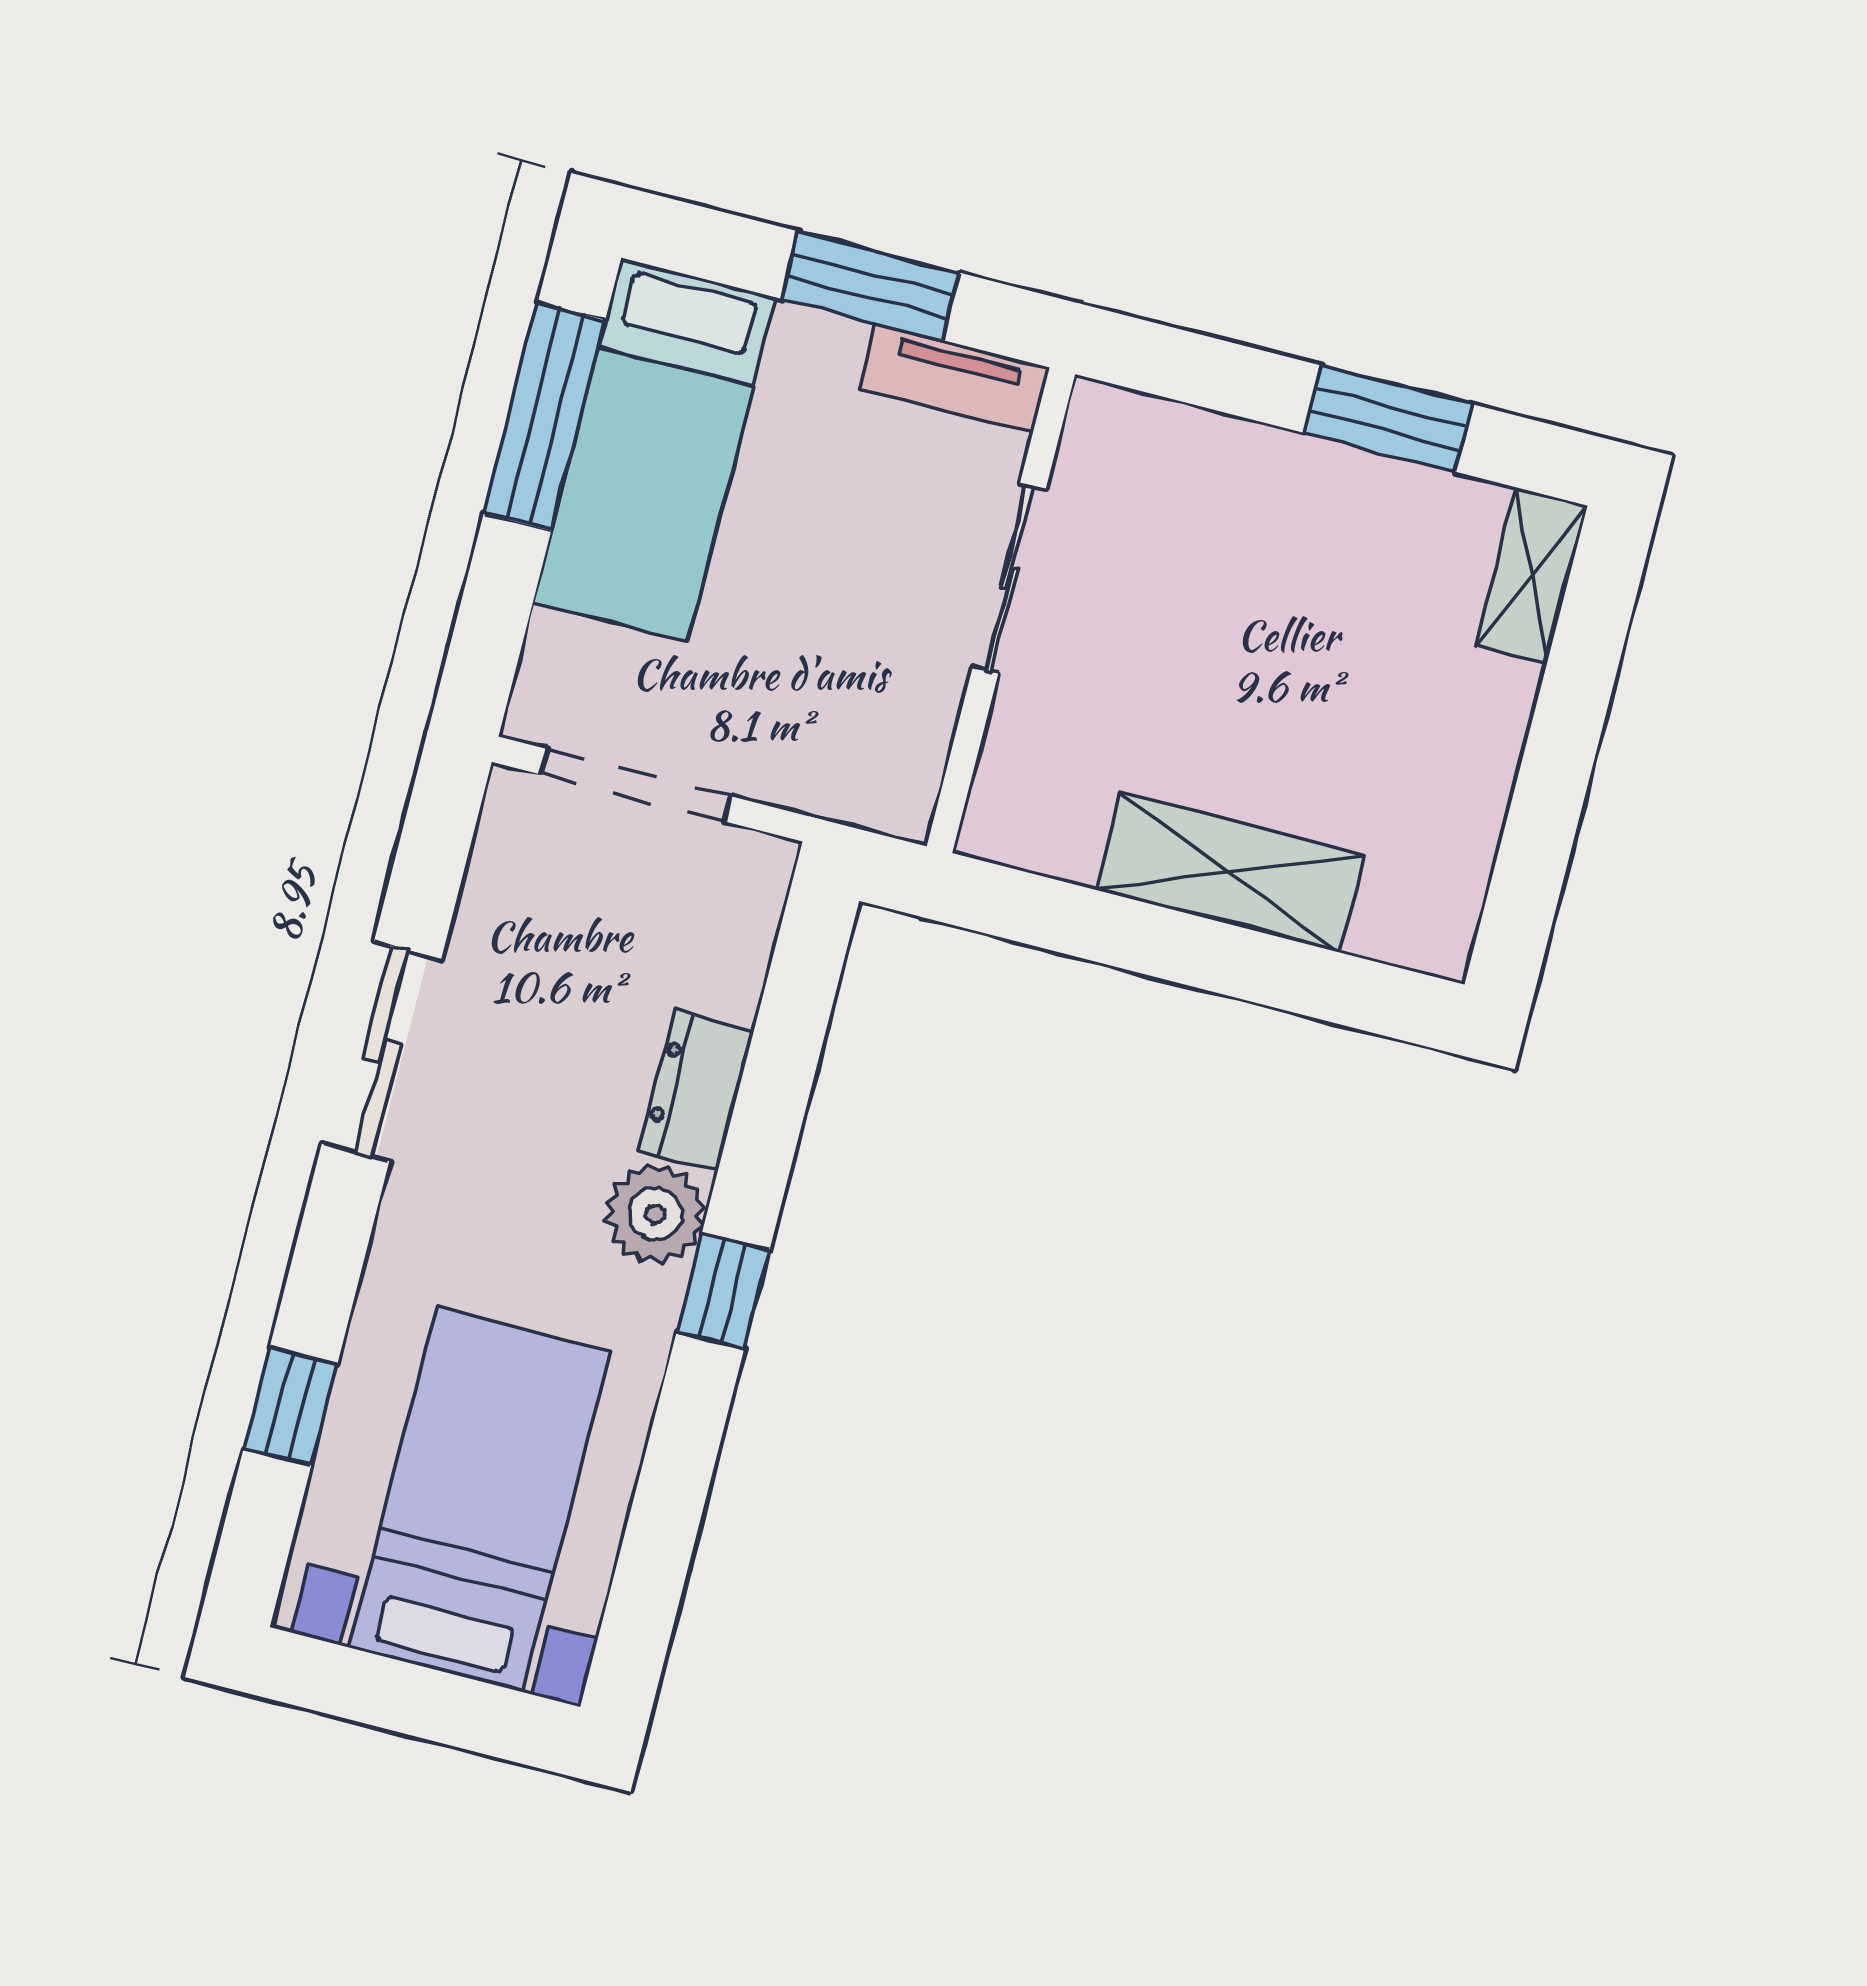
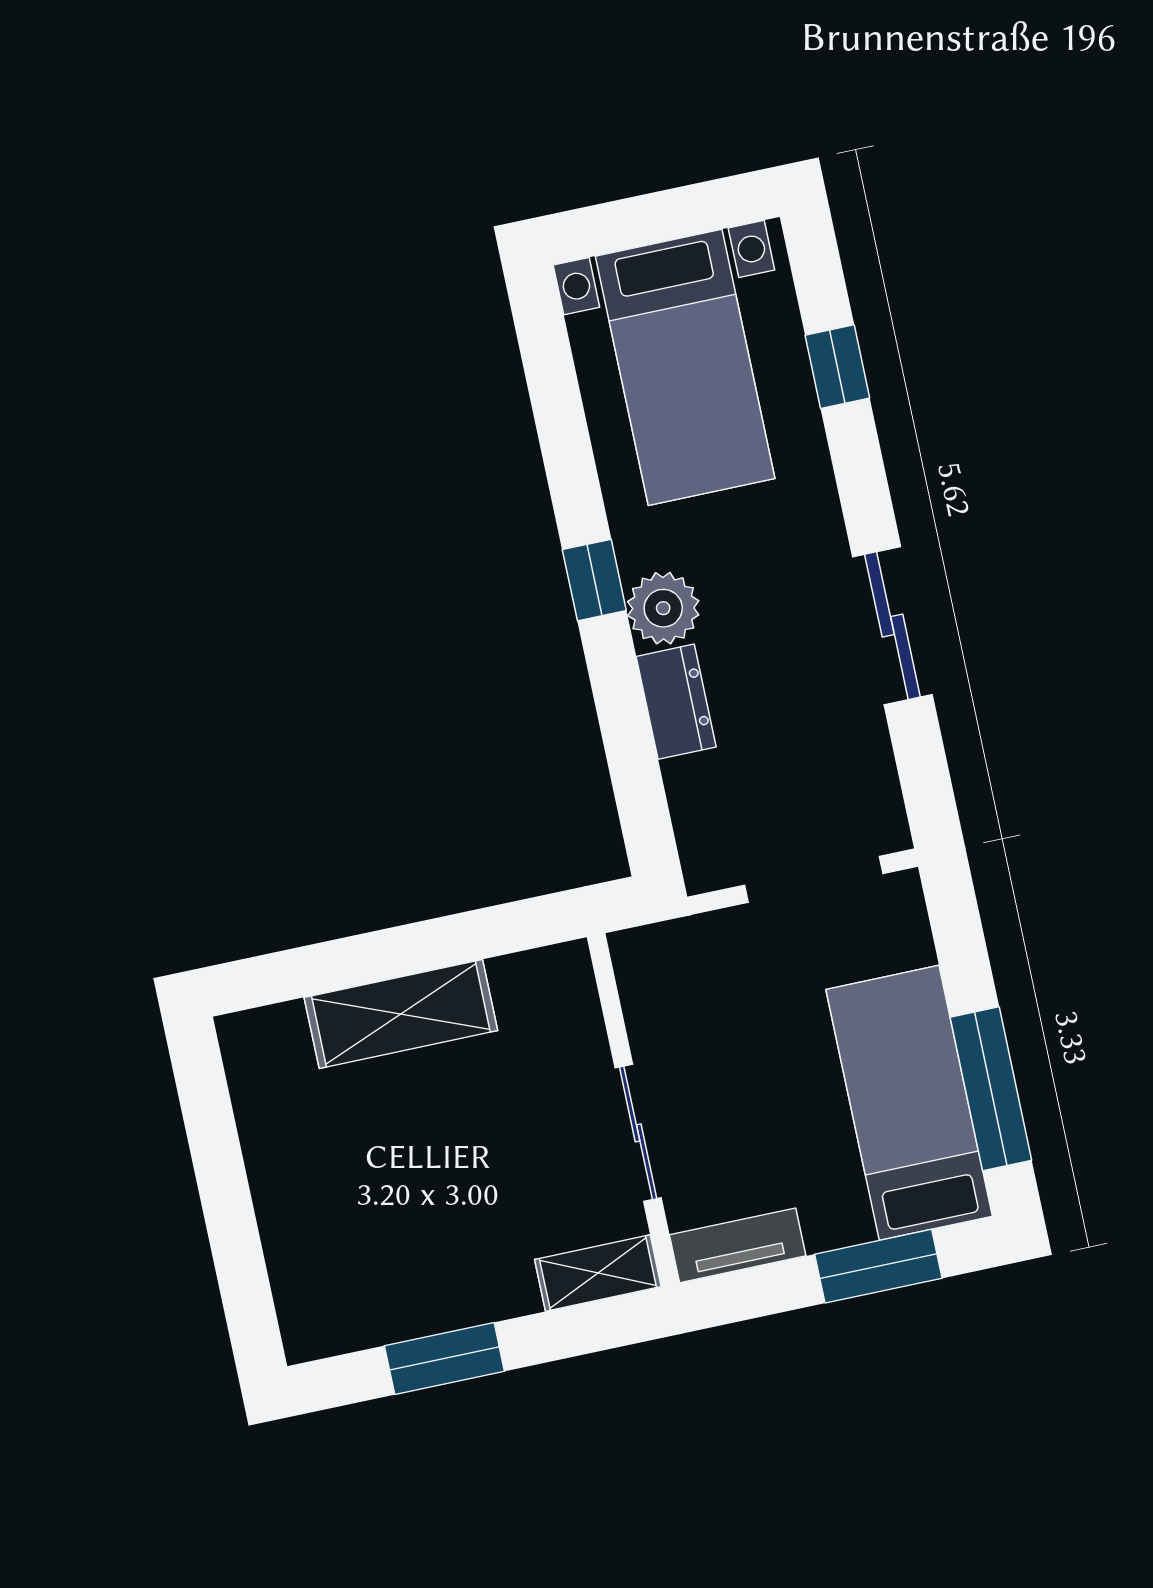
window: (871, 286) -> (878, 1266), moved
shelving: (1532, 576) -> (598, 1273), moved, turned 90

